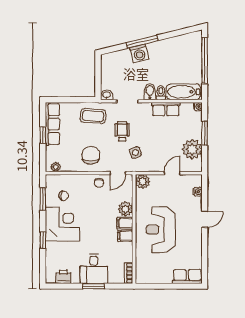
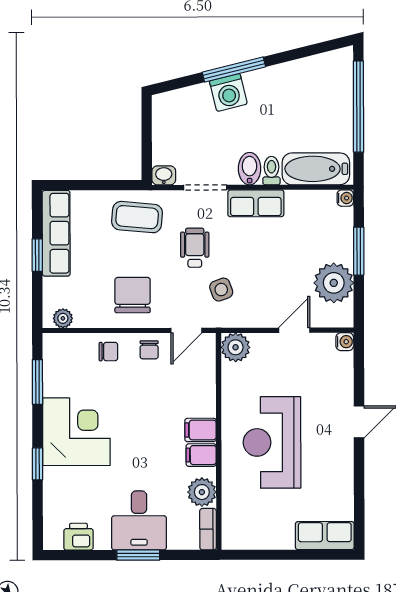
row of seats: (166, 109) -> (256, 203), moved
water cooler: (198, 192) -> (345, 342), moved
chair: (64, 196) -> (108, 352), moved
plant: (126, 209) -> (202, 492), moved

